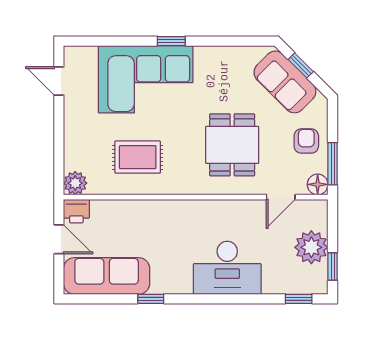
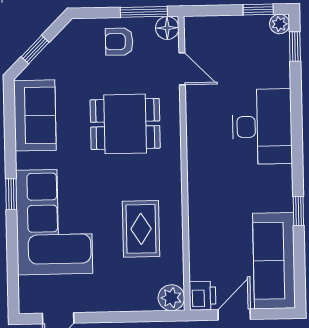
sofa: (285, 82) -> (35, 115), moved, turned -45
plant: (311, 247) -> (280, 24), moved, width x0.53, depth x0.53

